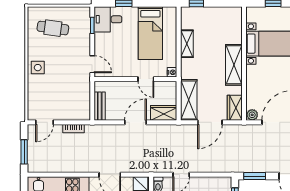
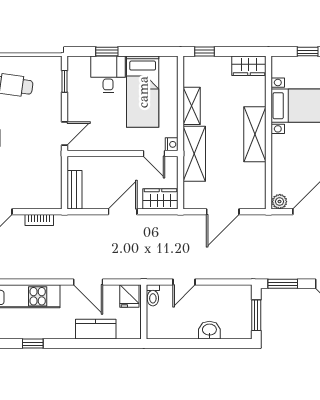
desk: (108, 19) -> (108, 74), moved, turned 90
door: (92, 64) -> (64, 133), hinge flipped
door: (146, 79) -> (154, 154), moved
shelving: (189, 100) -> (194, 154), moved
wardrobe: (235, 108) -> (249, 66), moved, turned -90

